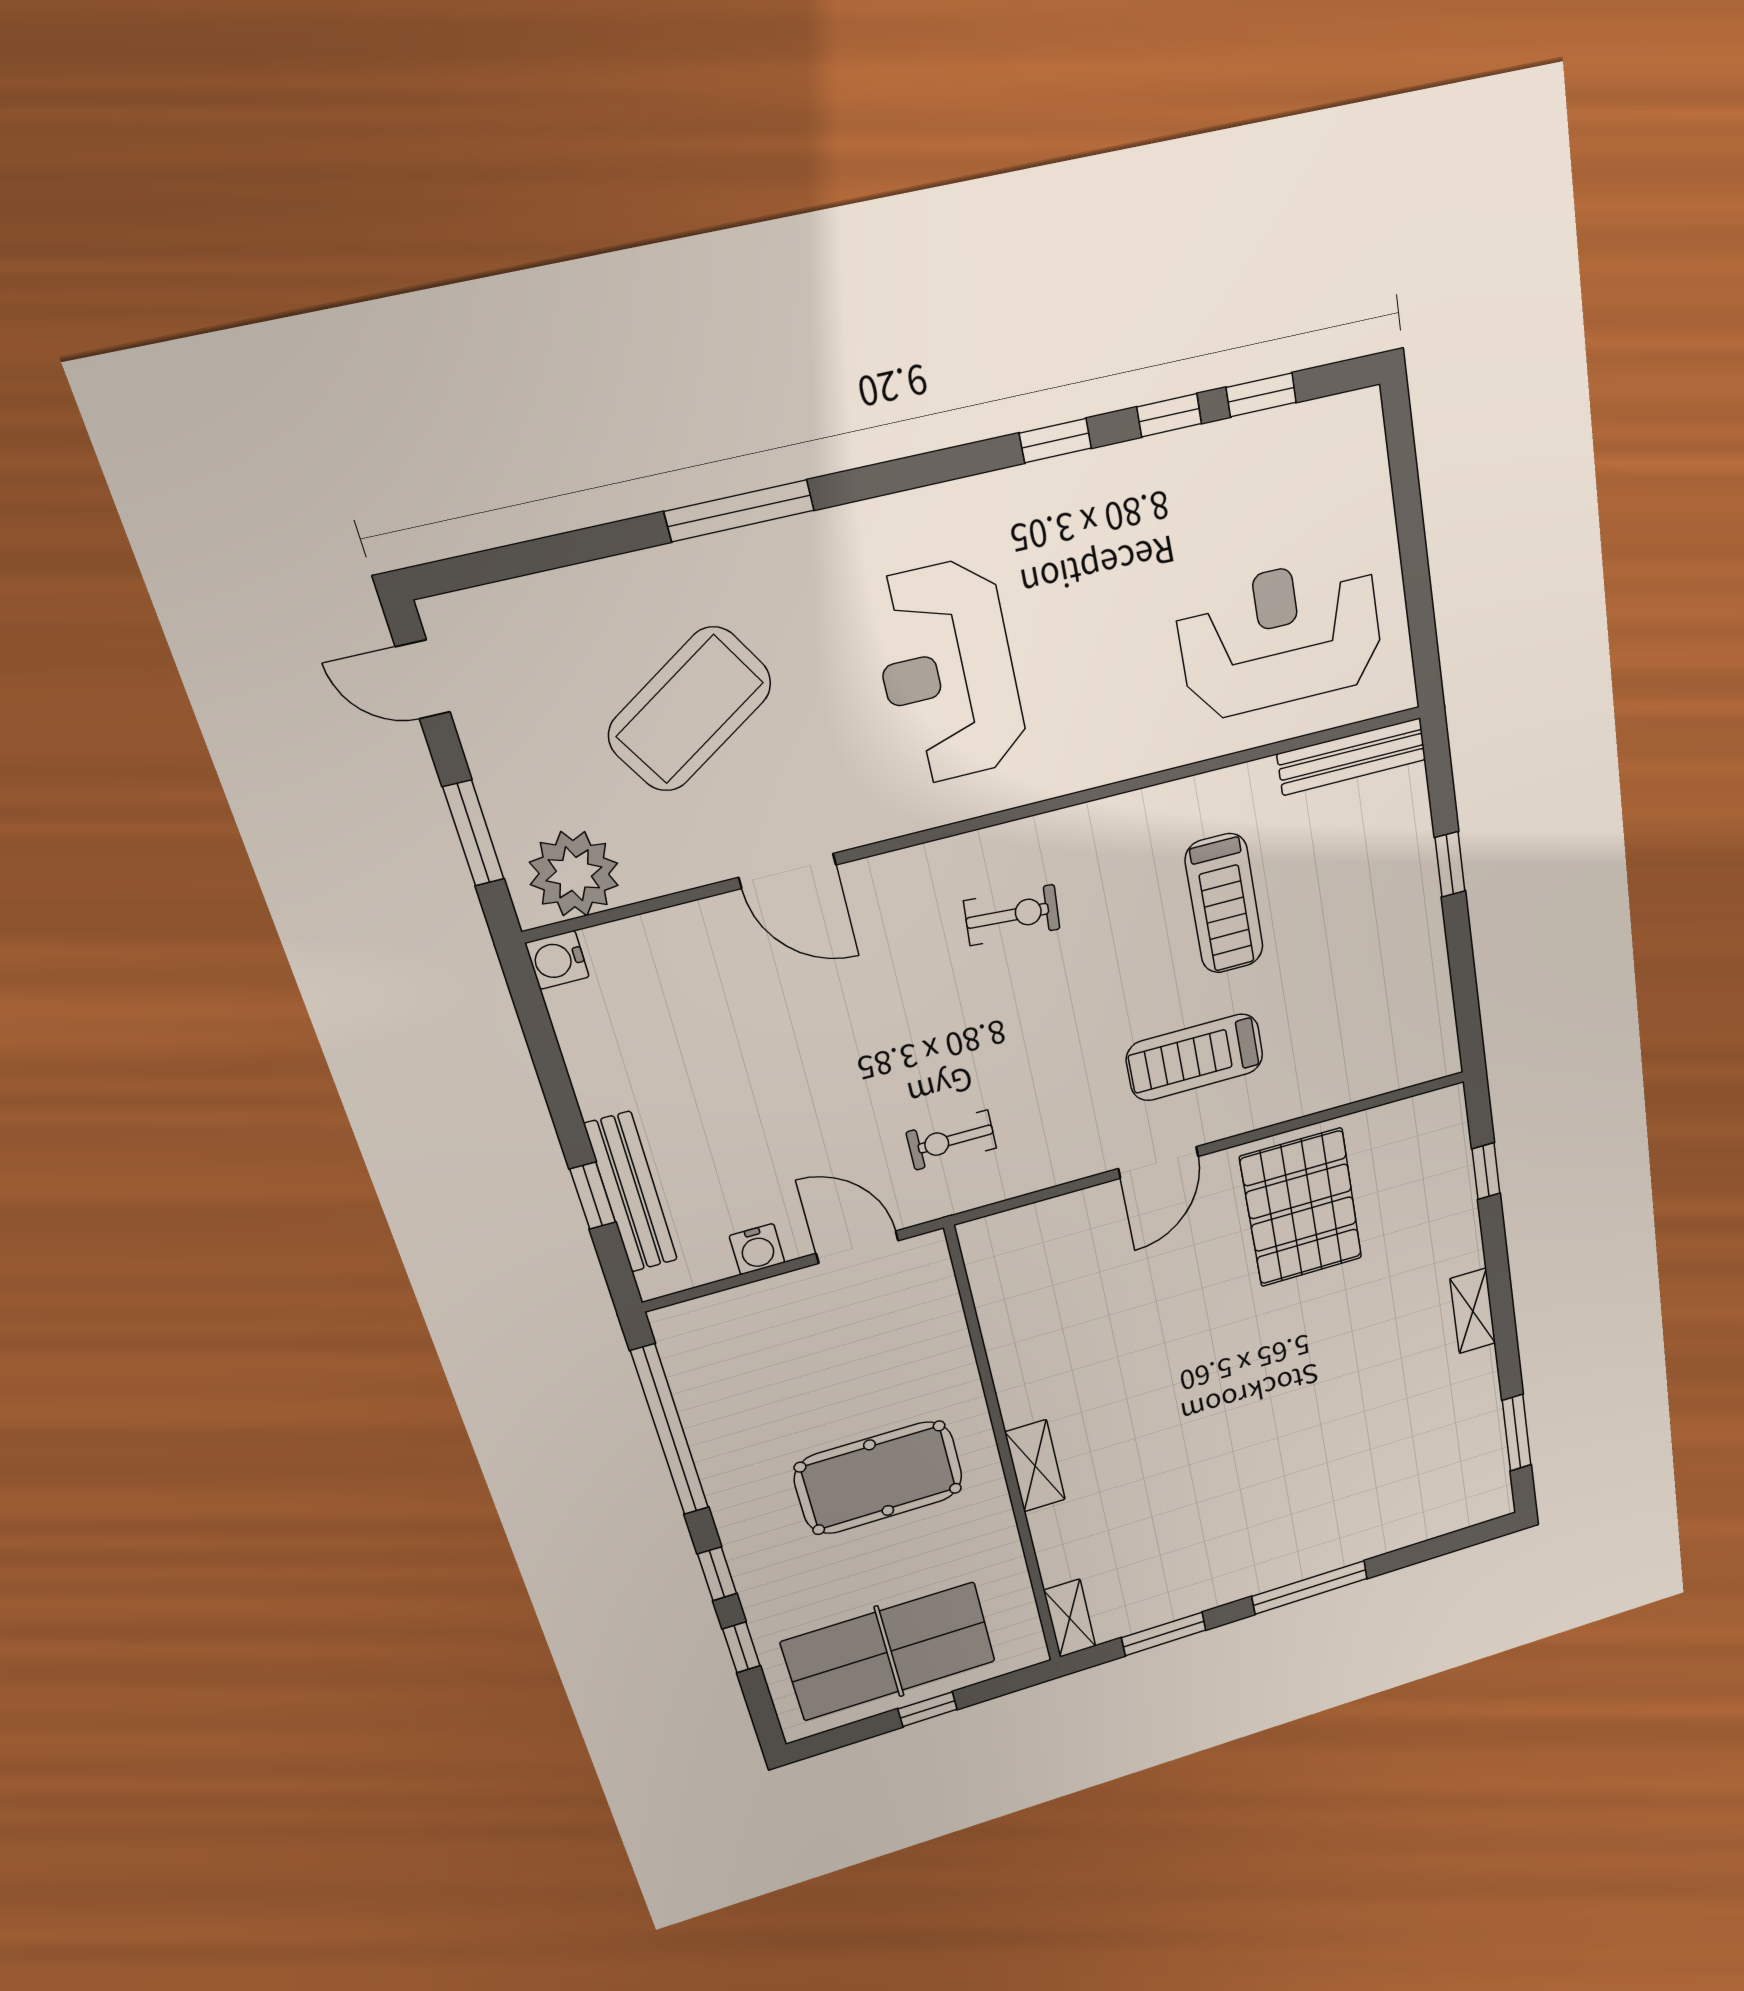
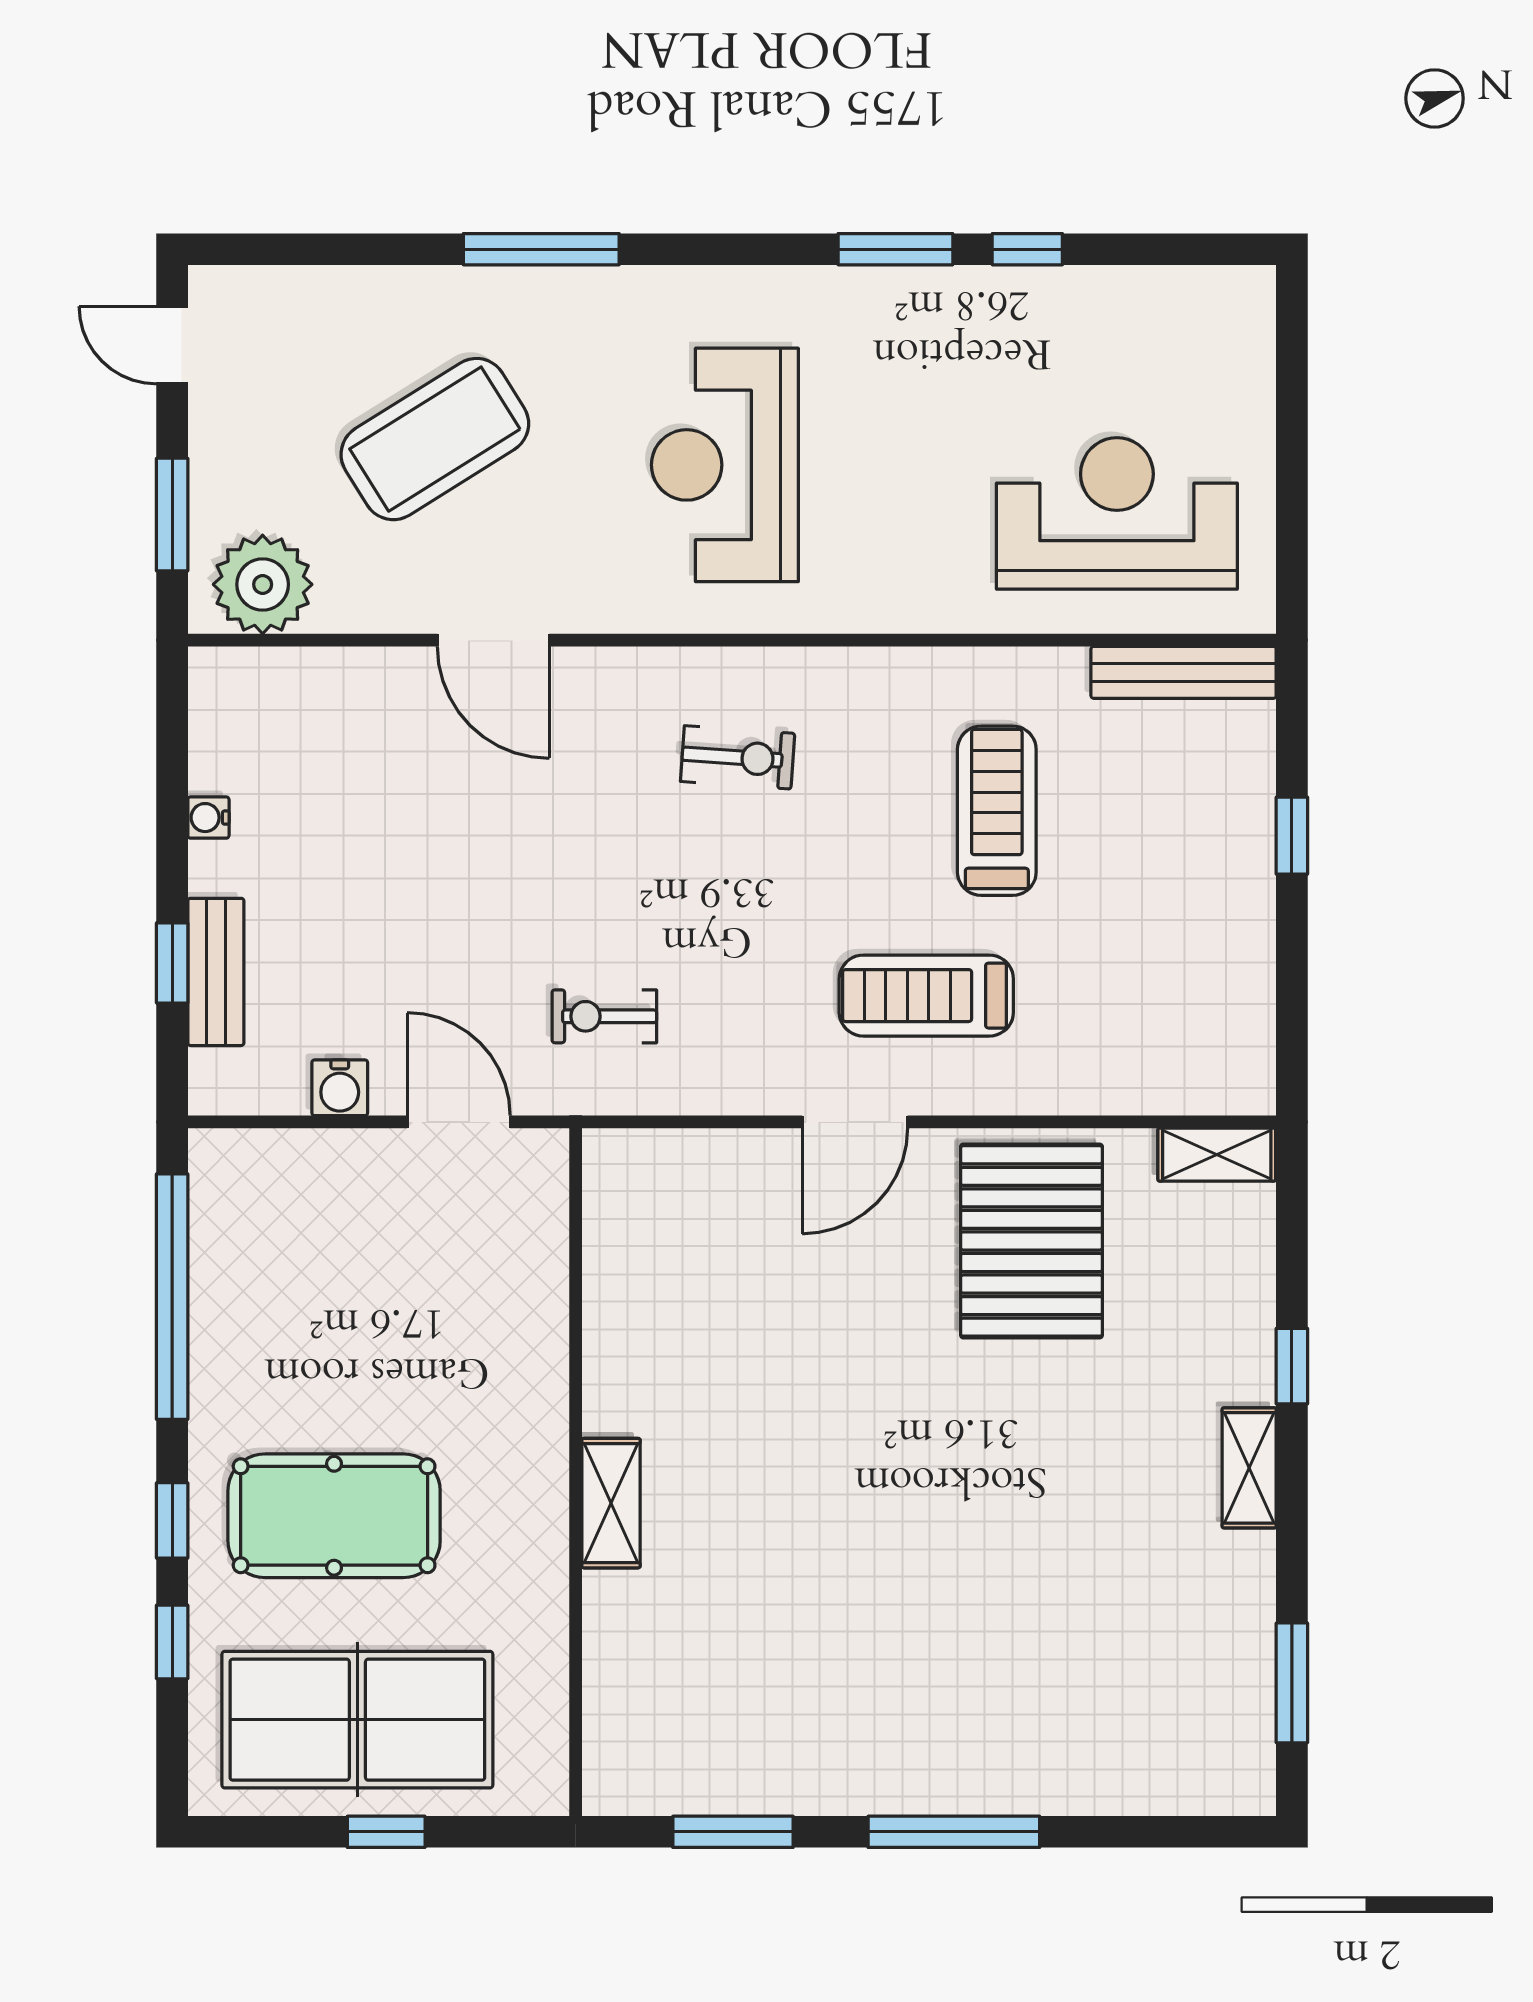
window: (1261, 395) -> (1136, 249), removed
window: (1055, 441) -> (895, 249), width x1.50
treadmill: (1224, 904) -> (997, 811), turned 180
water cooler: (557, 960) -> (208, 818), moved, width x0.72, depth x0.72
window: (1486, 1171) -> (1292, 1366), moved
bench: (631, 1193) -> (216, 972), width x0.73
pool table: (879, 1478) -> (334, 1516), moved
shelving: (1070, 1618) -> (1217, 1155), moved, turned 90

